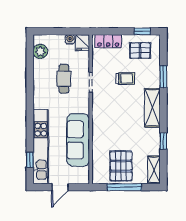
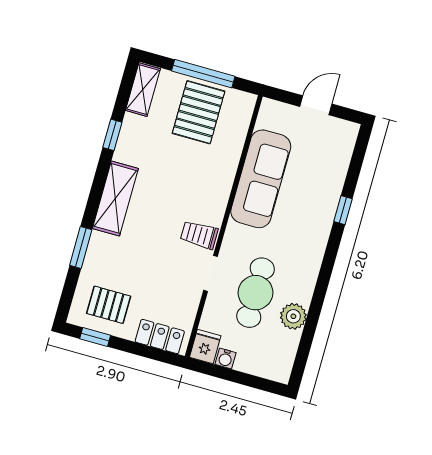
plant: (40, 51) -> (293, 316), moved
trolley: (125, 78) -> (199, 235), moved
cafe table: (64, 79) -> (256, 293), width x1.37, depth x1.35
kitchen unit: (41, 147) -> (329, 185), removed
window: (30, 160) -> (343, 210), moved

